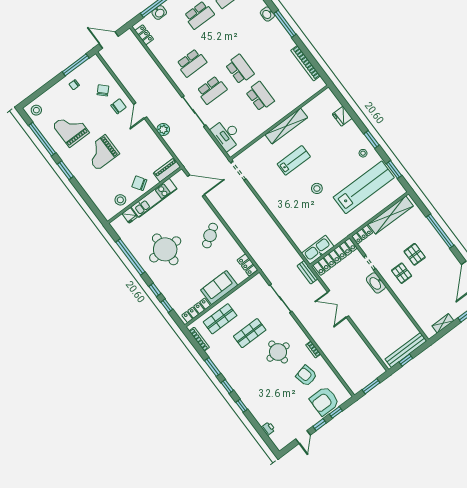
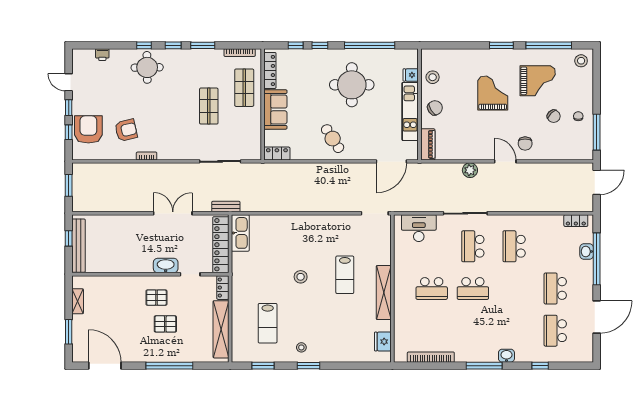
chair: (103, 90) -> (554, 116), moved
fridge: (342, 116) -> (383, 342), moved, turned -90
lab bench: (364, 187) -> (268, 323), width x0.54, depth x0.72
round table: (278, 352) -> (147, 67), moved

